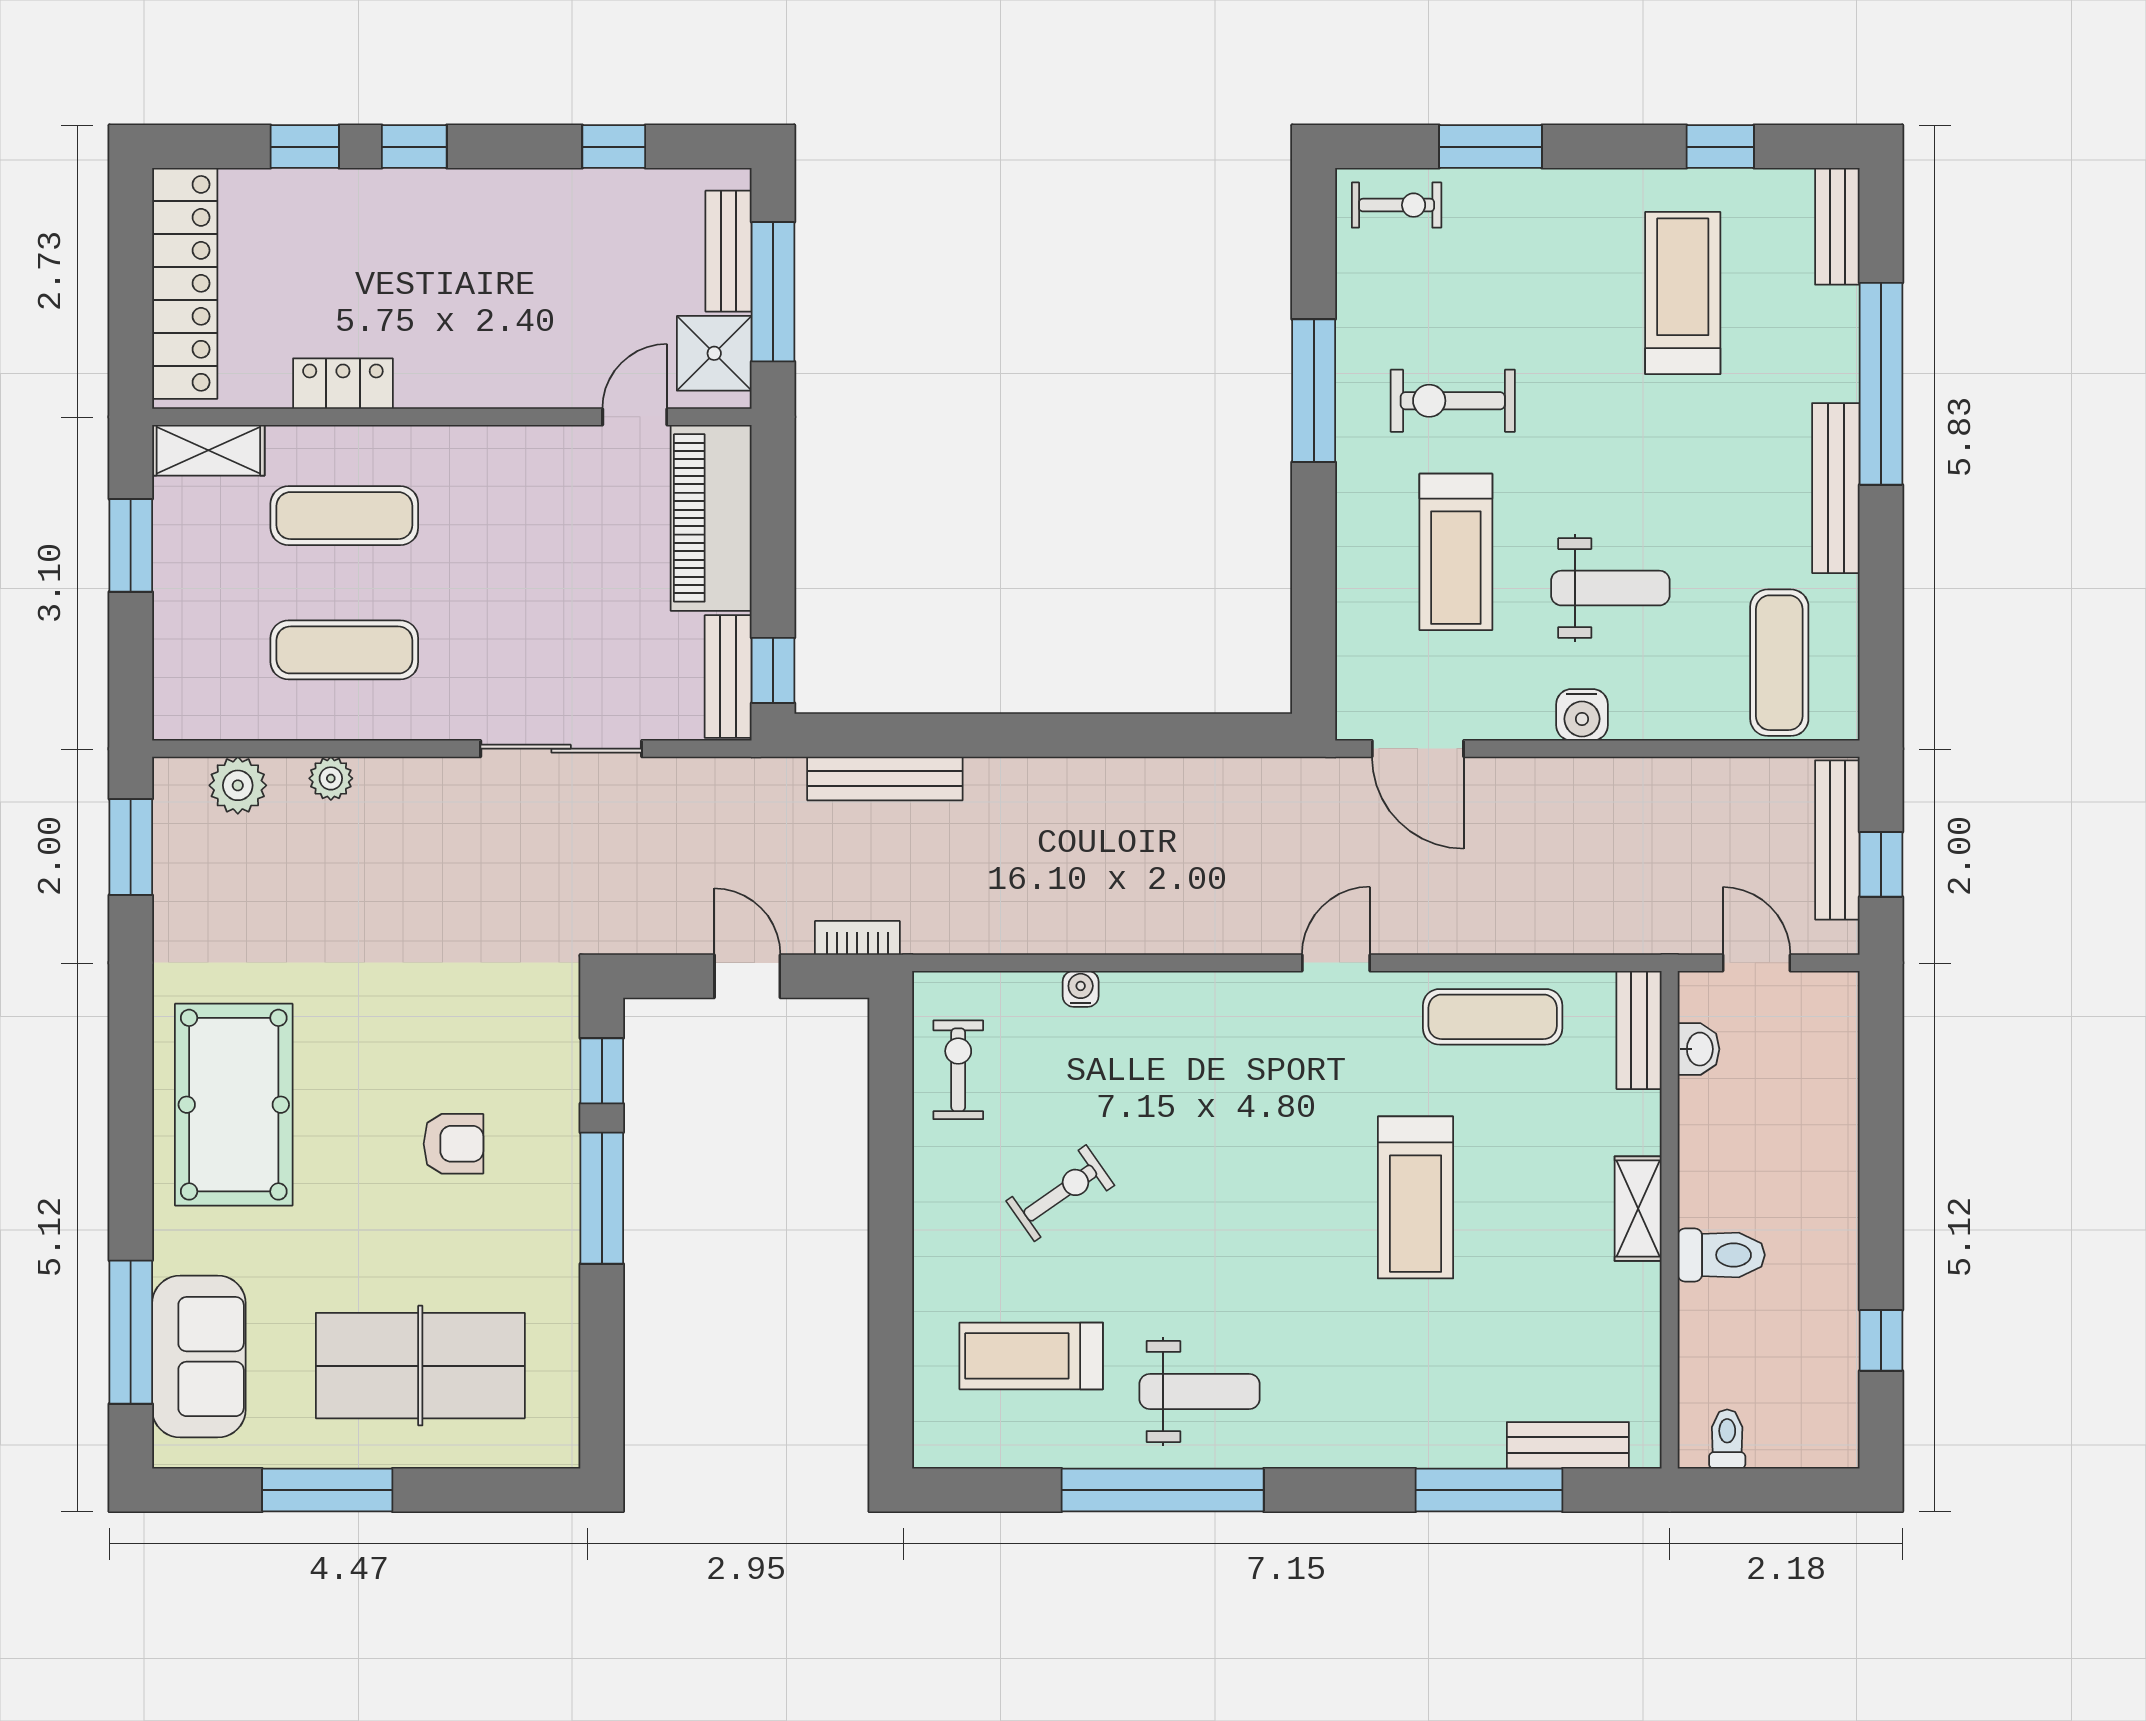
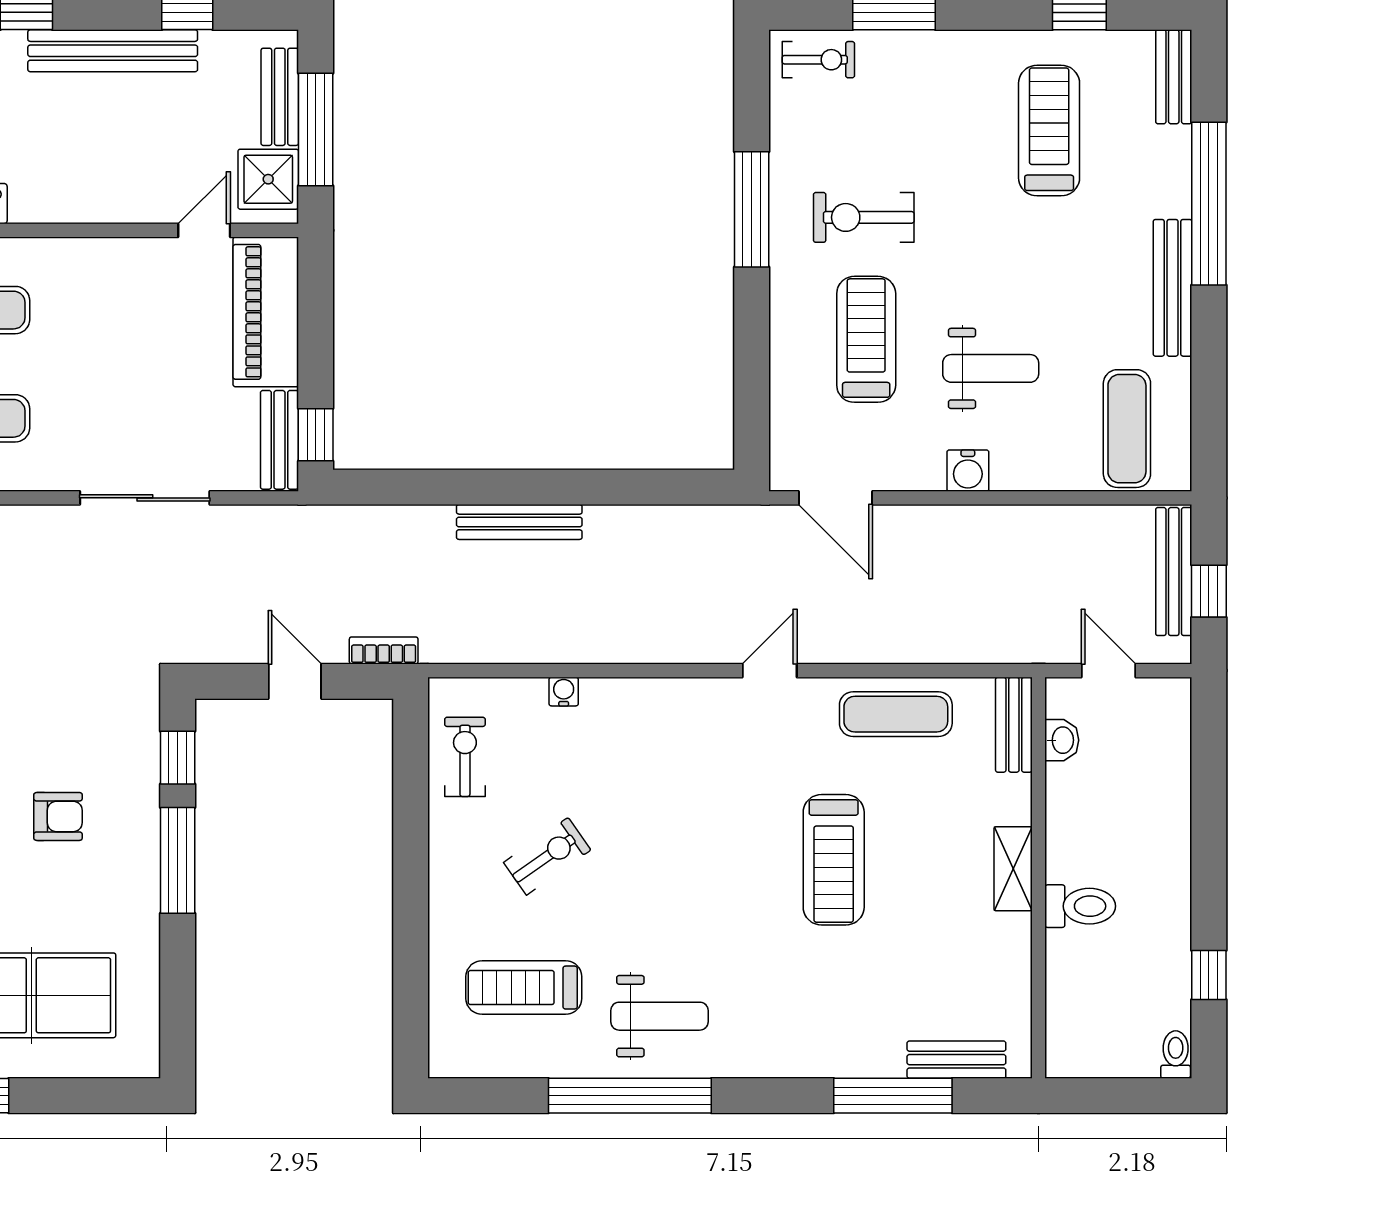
bench: (521, 194) -> (113, 51), added
treadmill: (1456, 552) -> (866, 339), turned 180
bench: (885, 779) -> (519, 522), moved
toilet: (1727, 1439) -> (1176, 1055), moved

